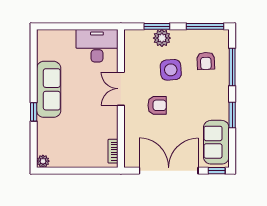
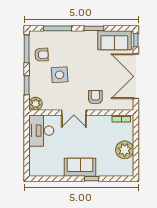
plant: (162, 38) -> (36, 104), moved
armchair: (206, 61) -> (41, 55), moved
sofa: (49, 89) -> (80, 167), width x0.73
armchair: (157, 105) -> (95, 97), moved
plant: (43, 161) -> (125, 150), moved, width x1.87, depth x1.87

